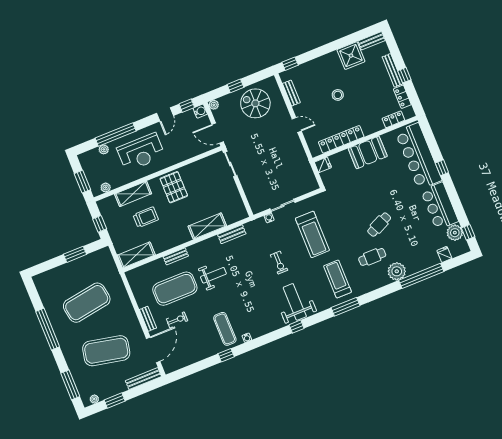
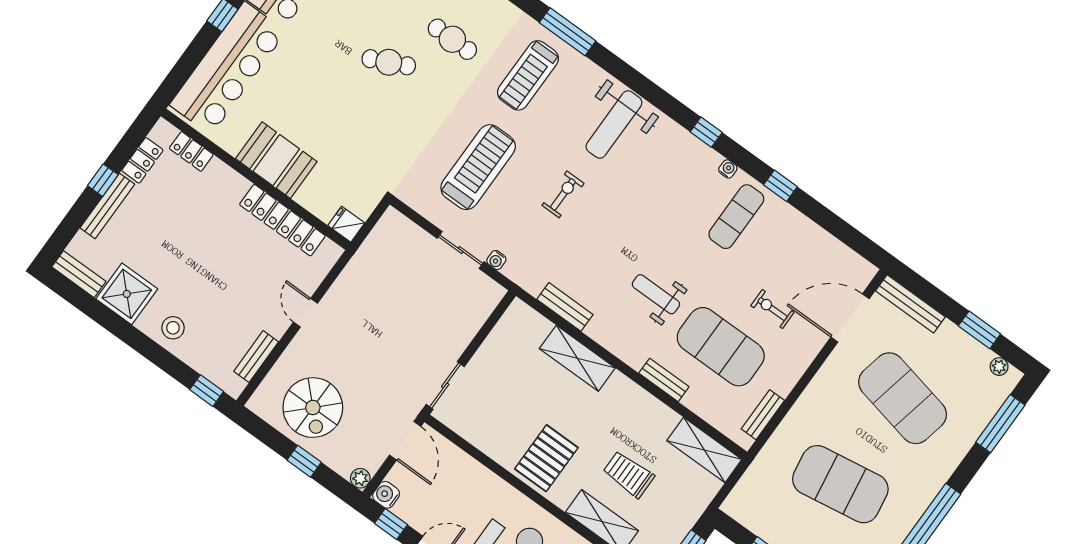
stool: (338, 95) -> (173, 328), moved
bench: (148, 319) -> (763, 415), moved
window: (297, 327) -> (706, 132), moved

